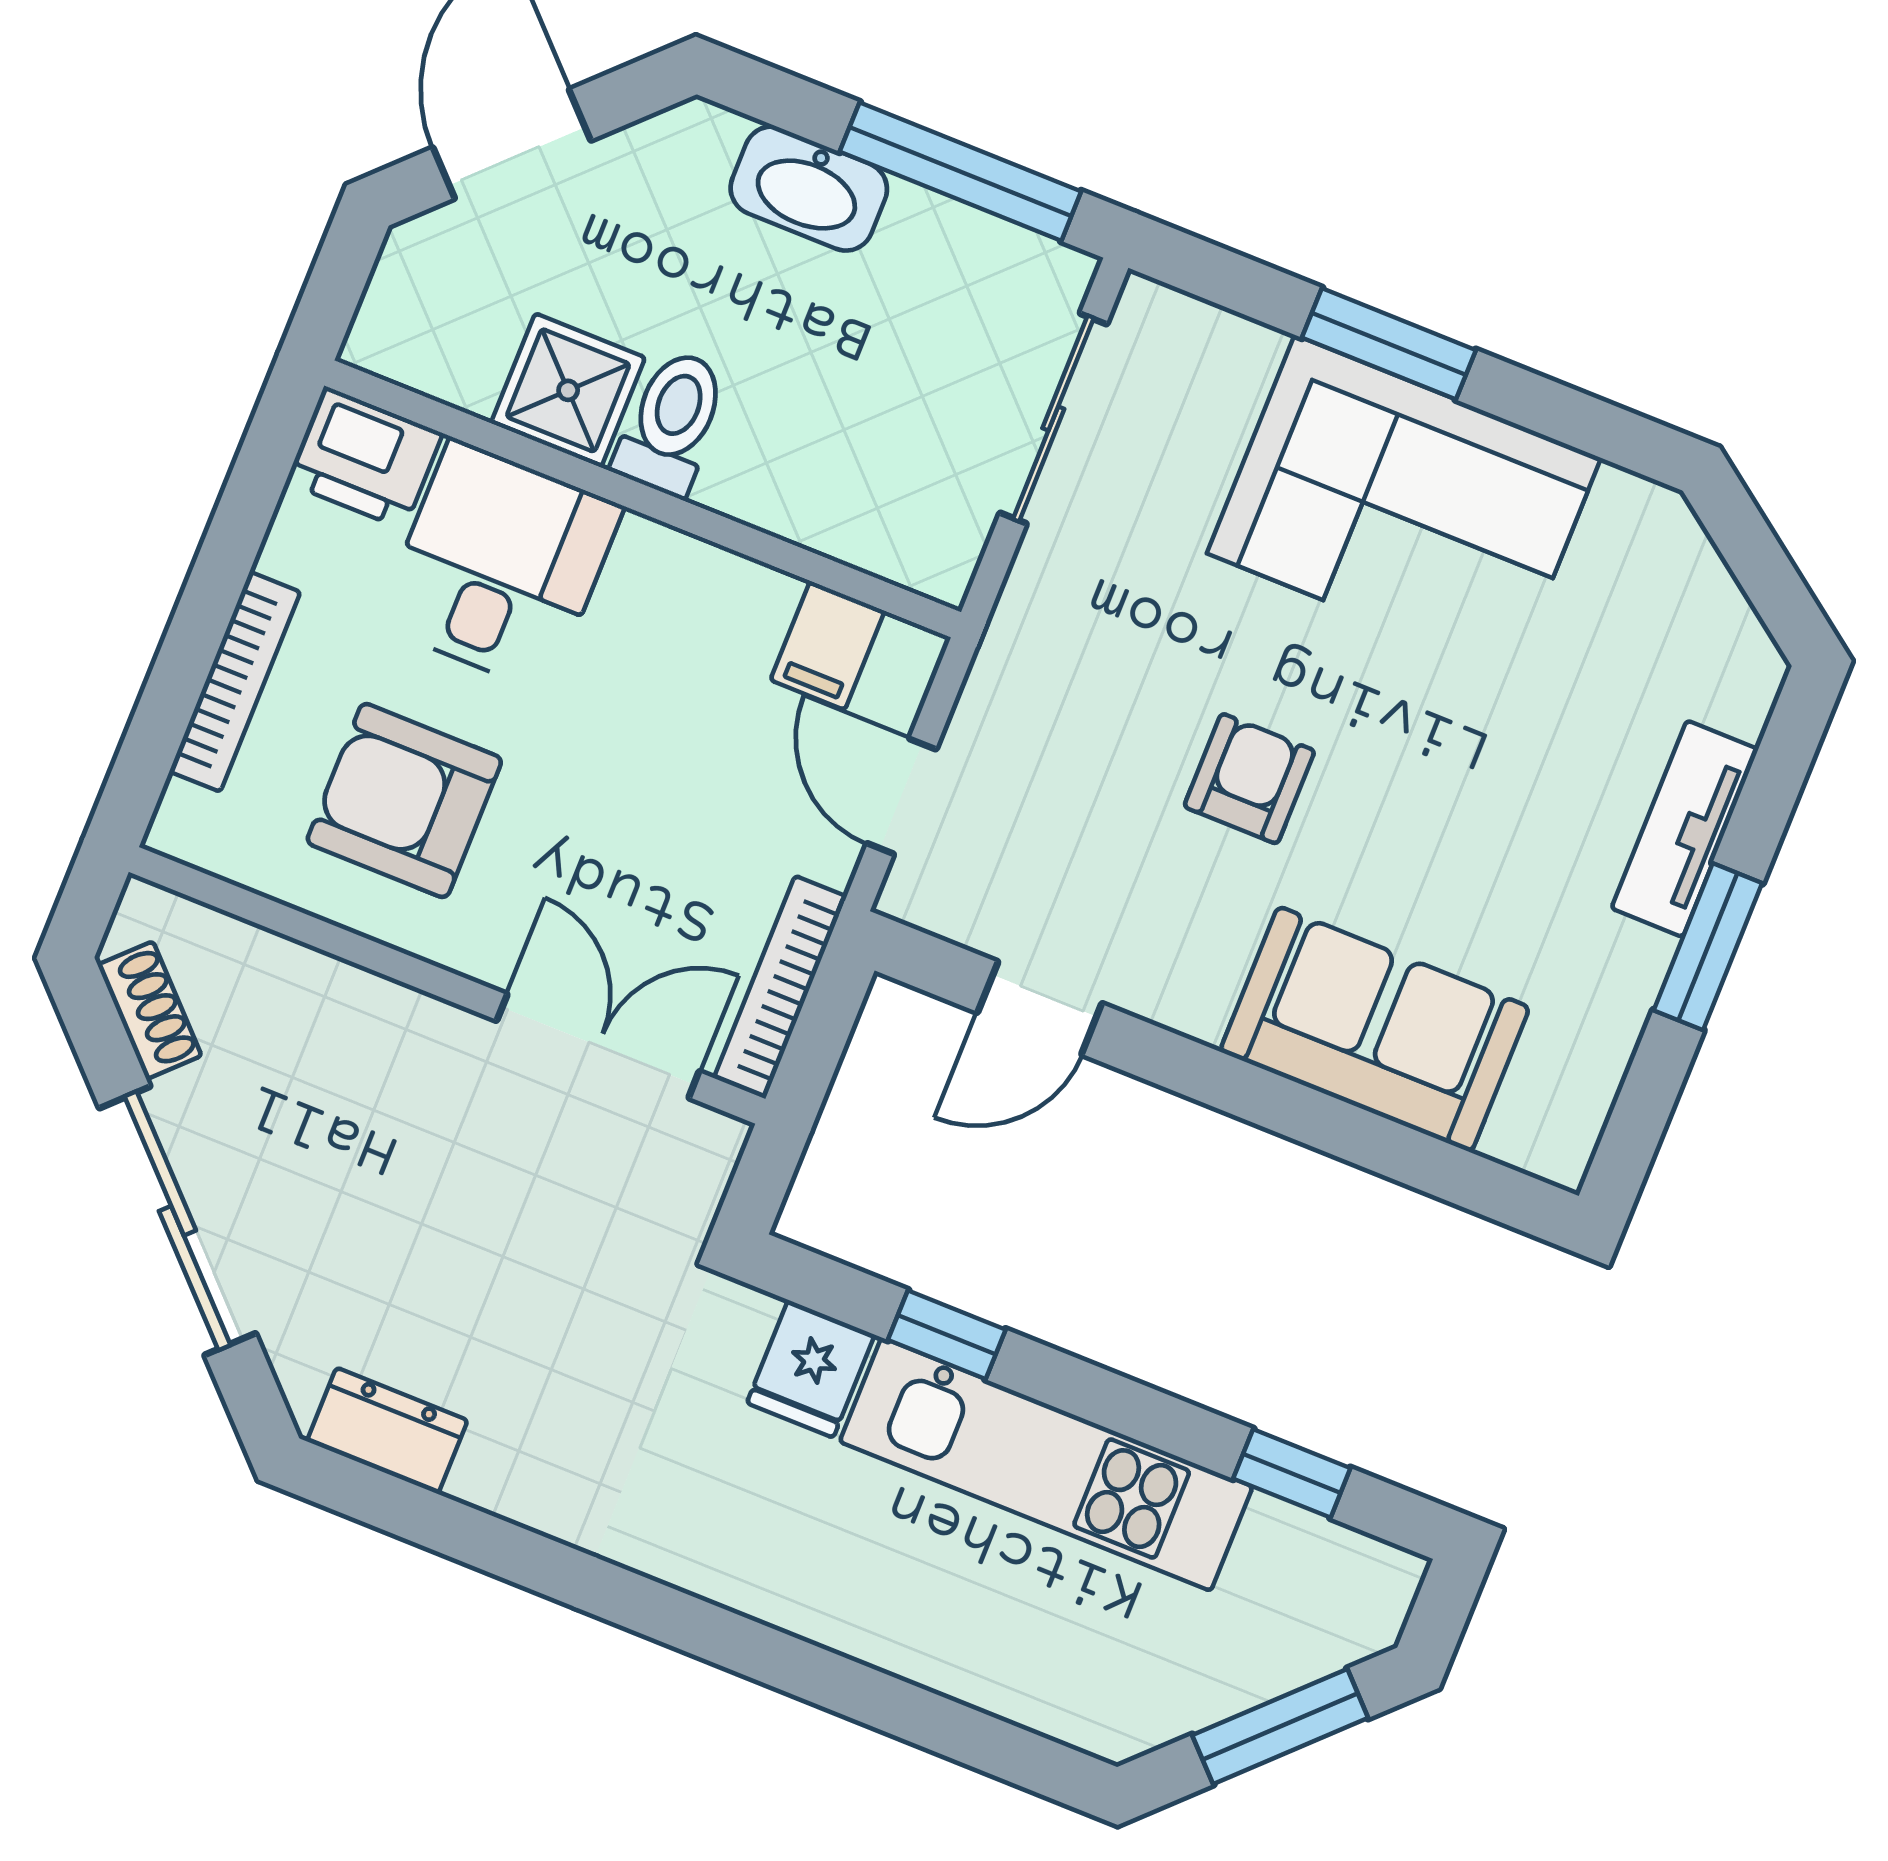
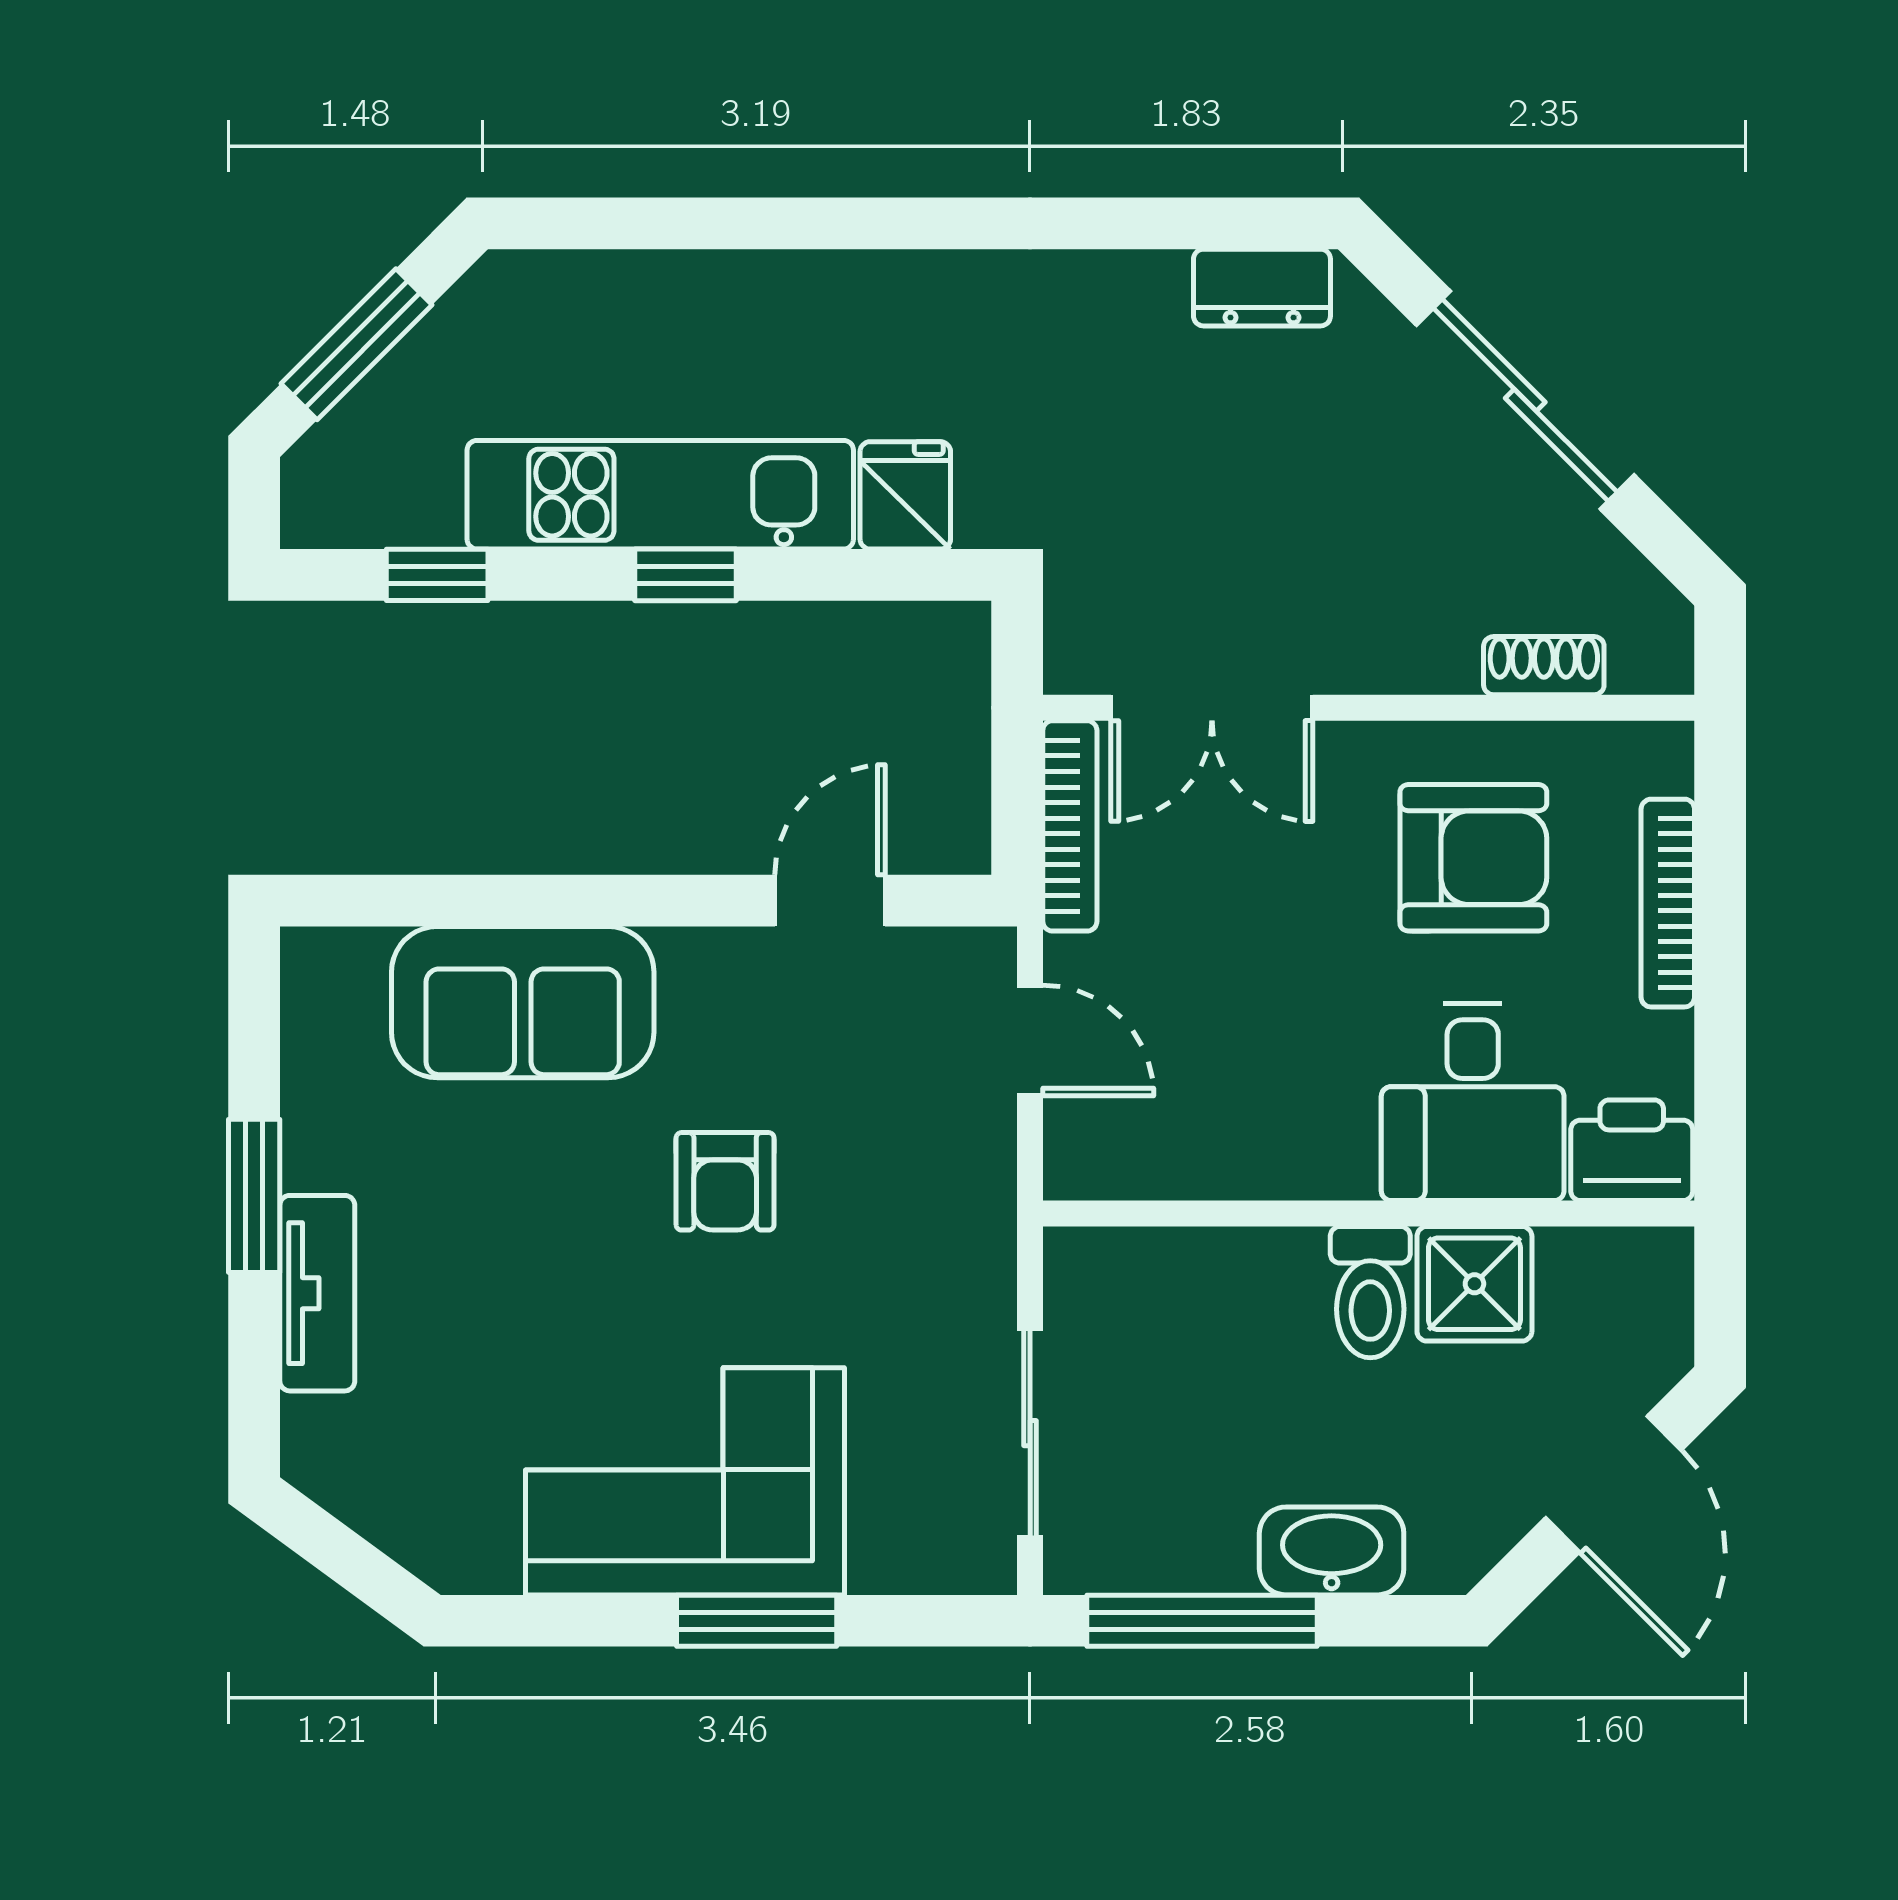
filing cabinet: (827, 645) -> (1151, 1149), removed
shoe rack: (150, 1010) -> (1544, 666), moved, turned 135
window: (947, 1335) -> (685, 575), moved

